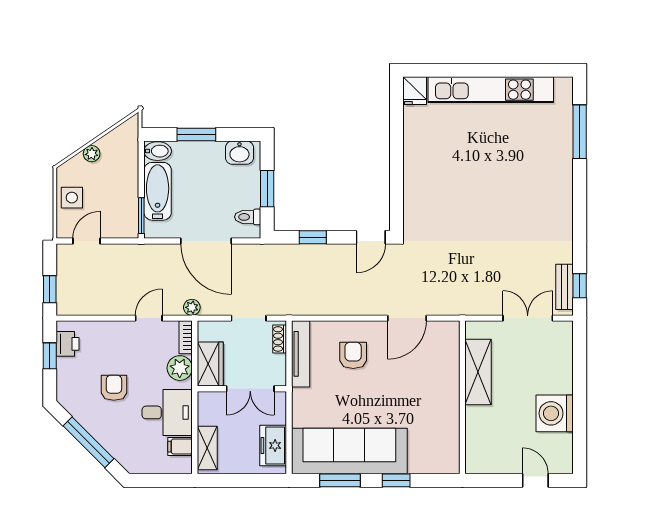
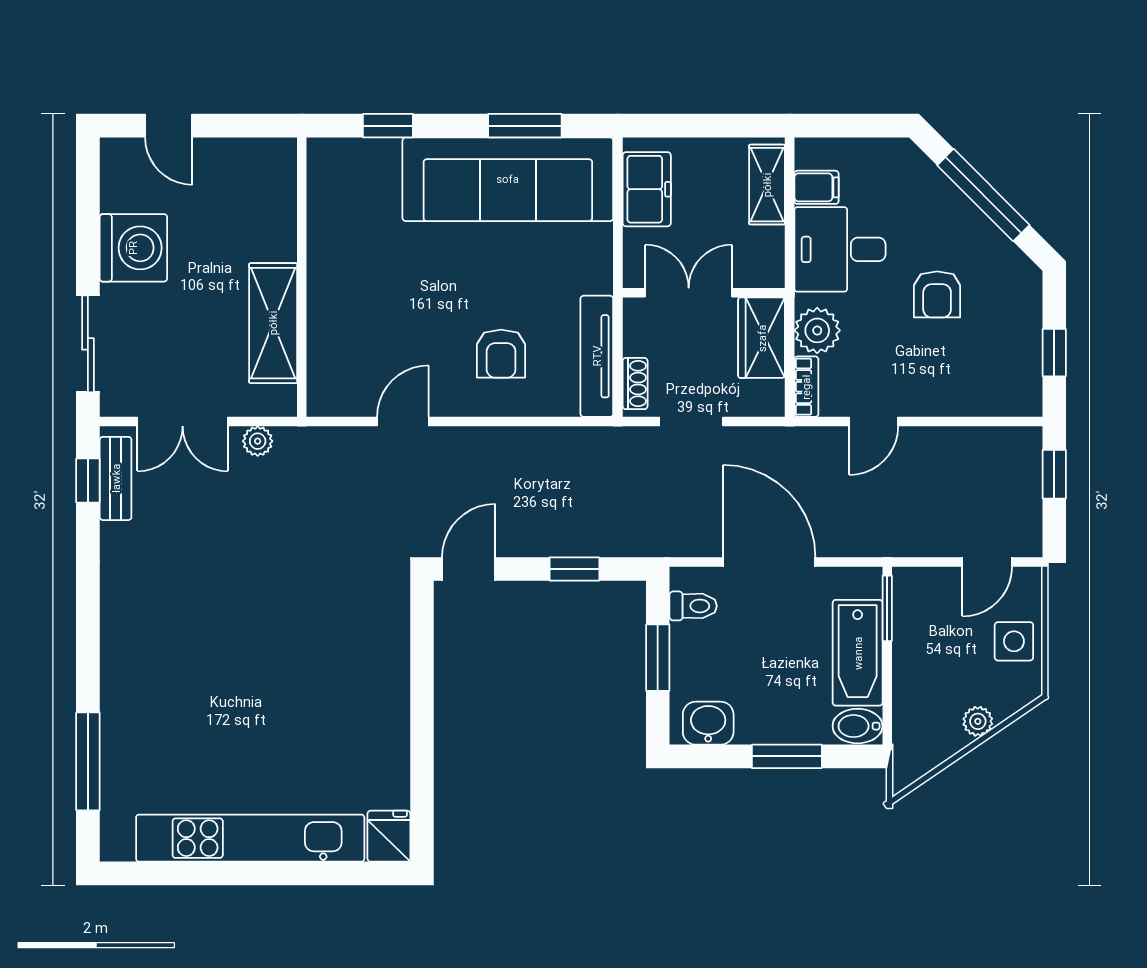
plant: (192, 307) -> (258, 441), moved
door: (407, 318) -> (403, 422), width x0.73
printer: (67, 344) -> (1022, 375), removed
sliding door: (580, 361) -> (88, 344), added
window: (396, 480) -> (388, 126), moved

